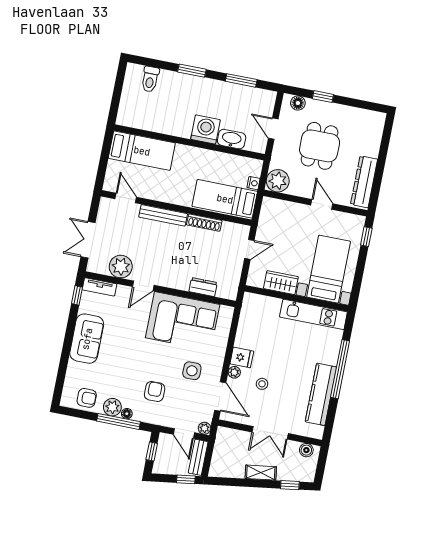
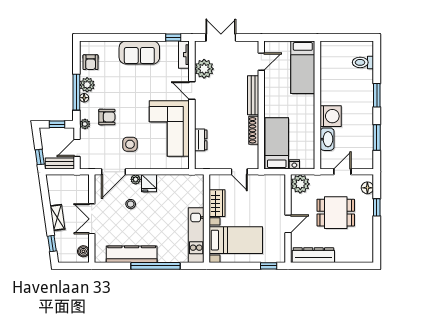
plant: (204, 428) -> (85, 124), moved

